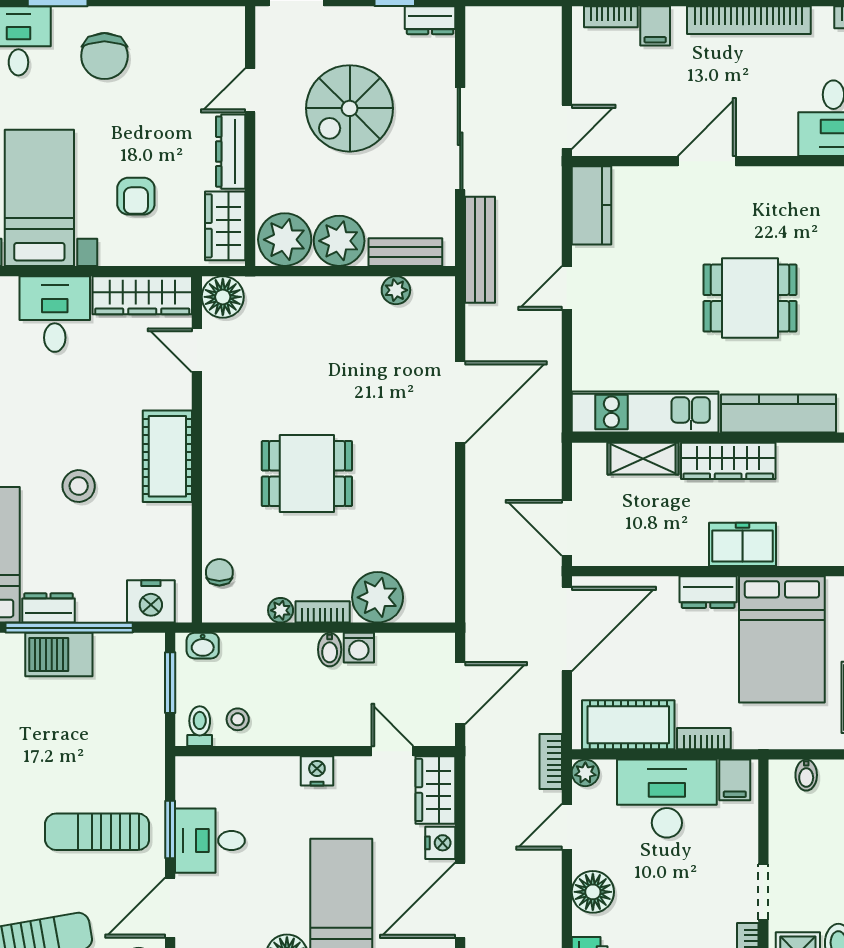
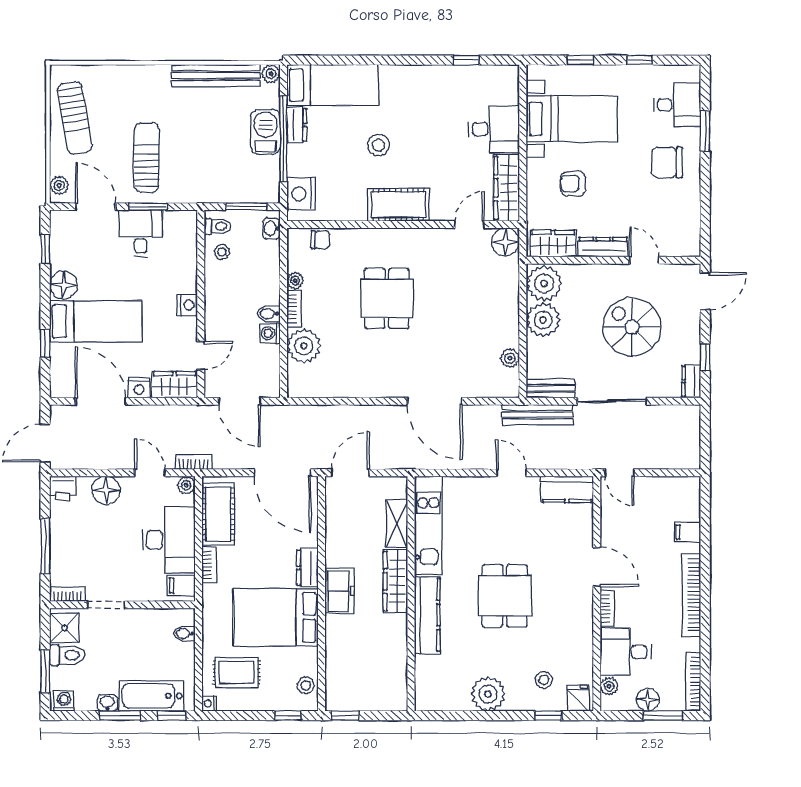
bookcase: (611, 17) -> (607, 608), moved, turned 180
bench: (405, 252) -> (551, 388), moved, turned 90

